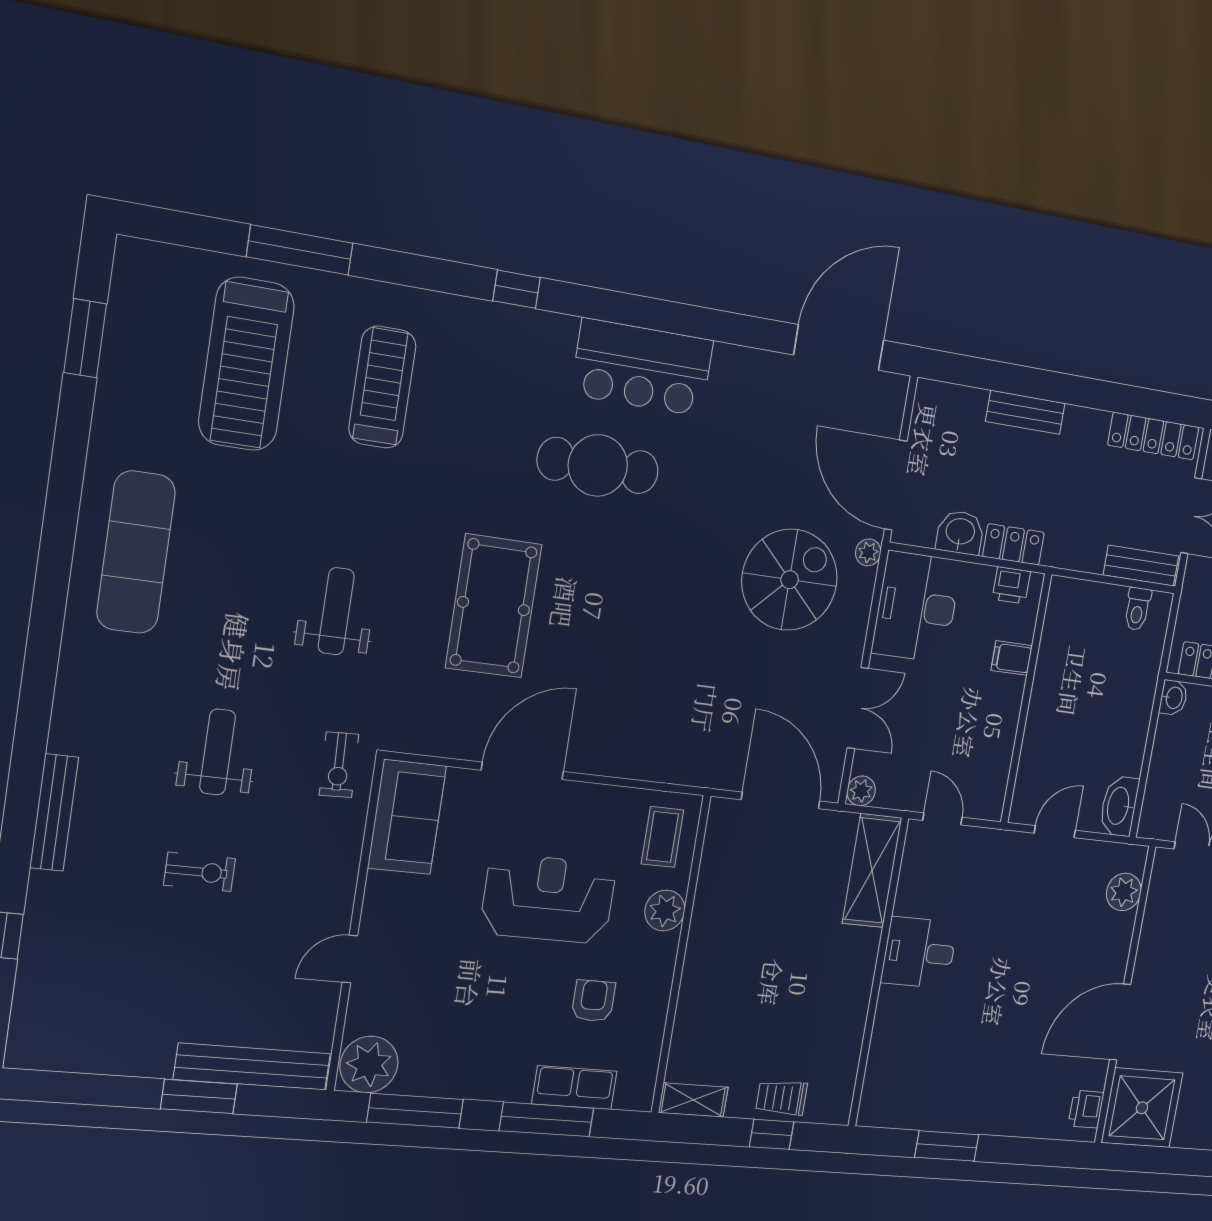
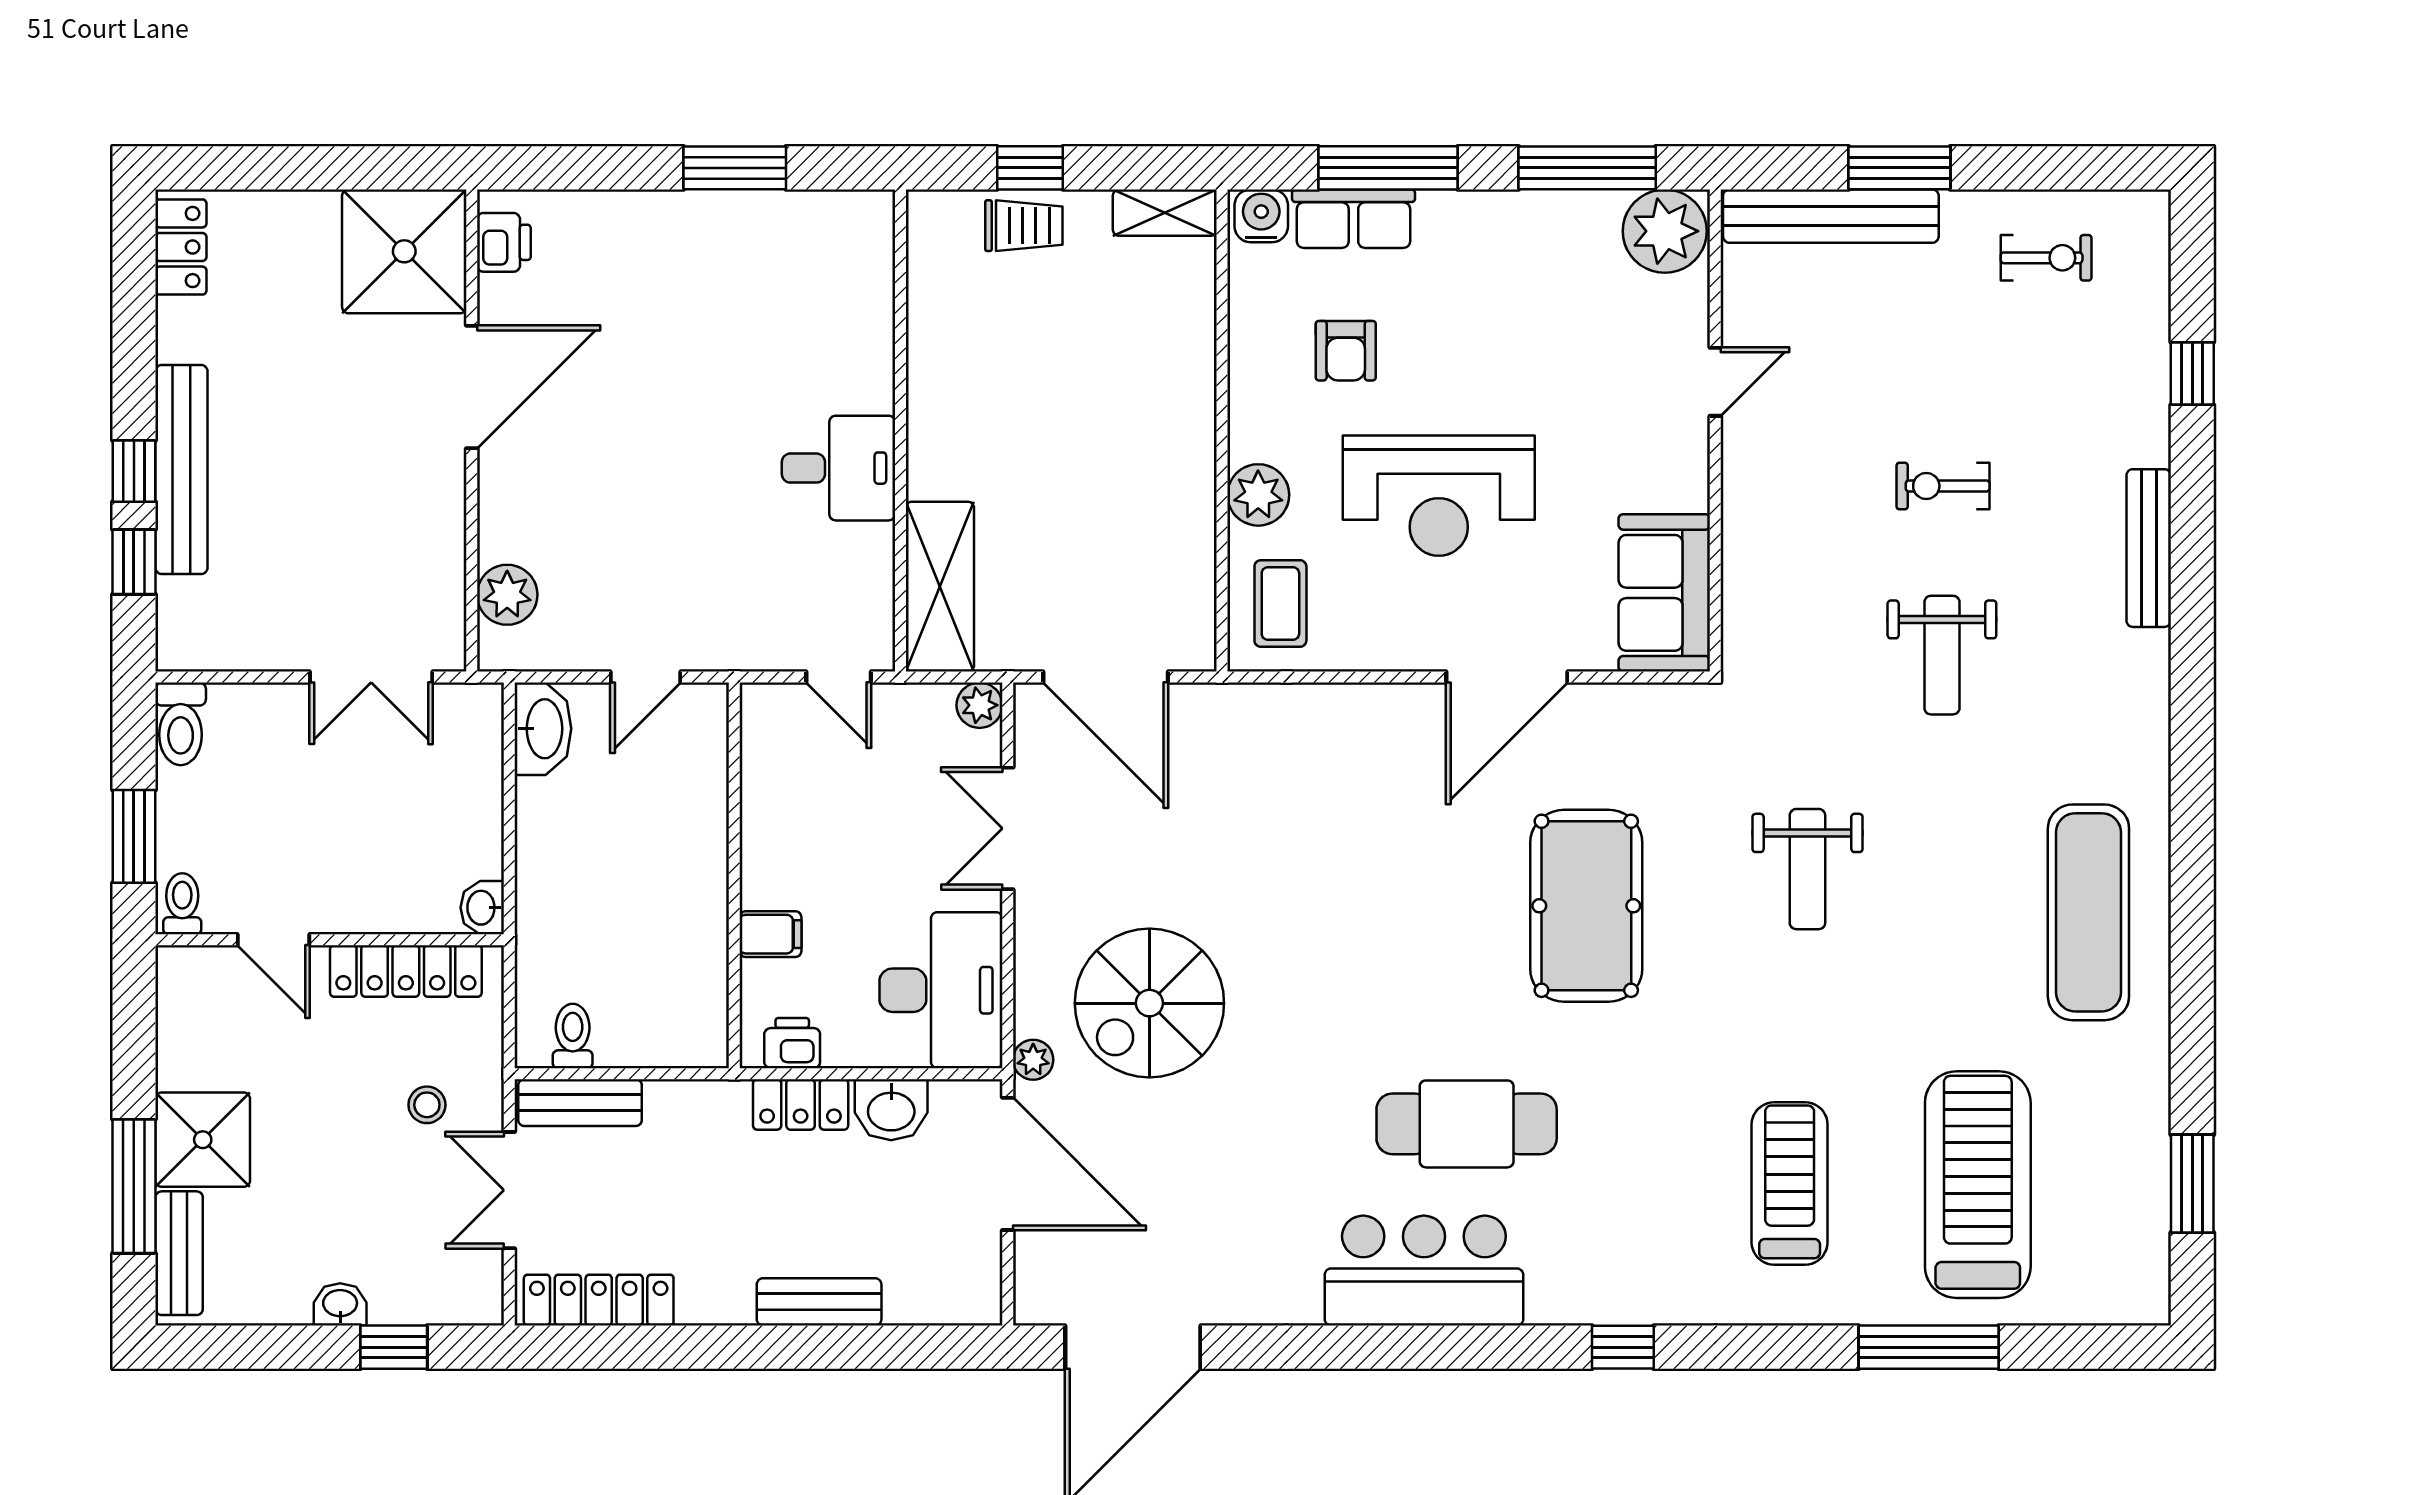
treadmill: (382, 387) -> (1790, 1183), turned 180
exercise bike: (339, 765) -> (2046, 258), moved, turned 92
water cooler: (633, 1094) -> (1261, 216), added

